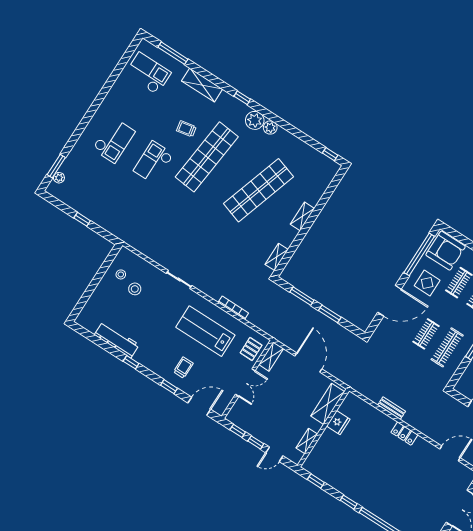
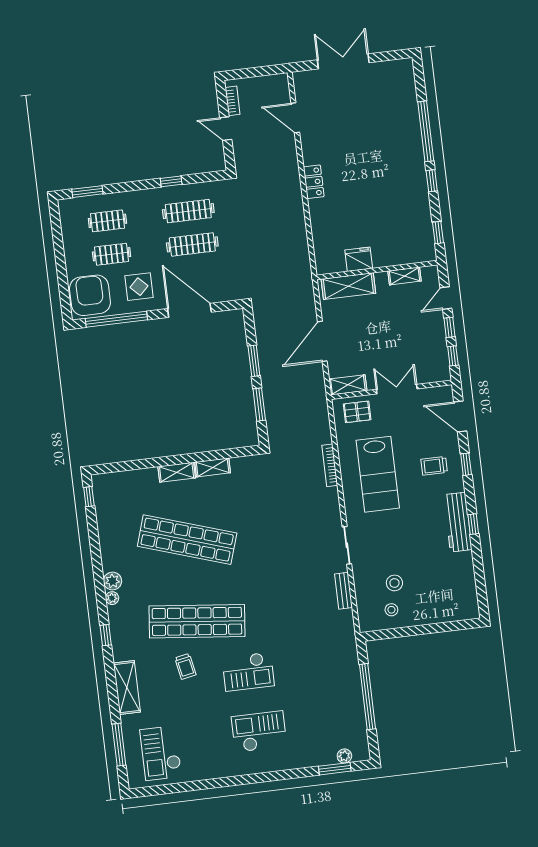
plant: (255, 120) -> (112, 598), width x0.53, depth x0.53
window: (82, 219) -> (367, 697), width x3.17
shelving: (277, 257) -> (213, 467), moved
clothes rail: (426, 334) -> (192, 244), width x1.36
workbench: (117, 340) -> (458, 522), moved
bench: (392, 408) -> (344, 591), moved
door: (274, 454) -> (446, 298), swing flipped

